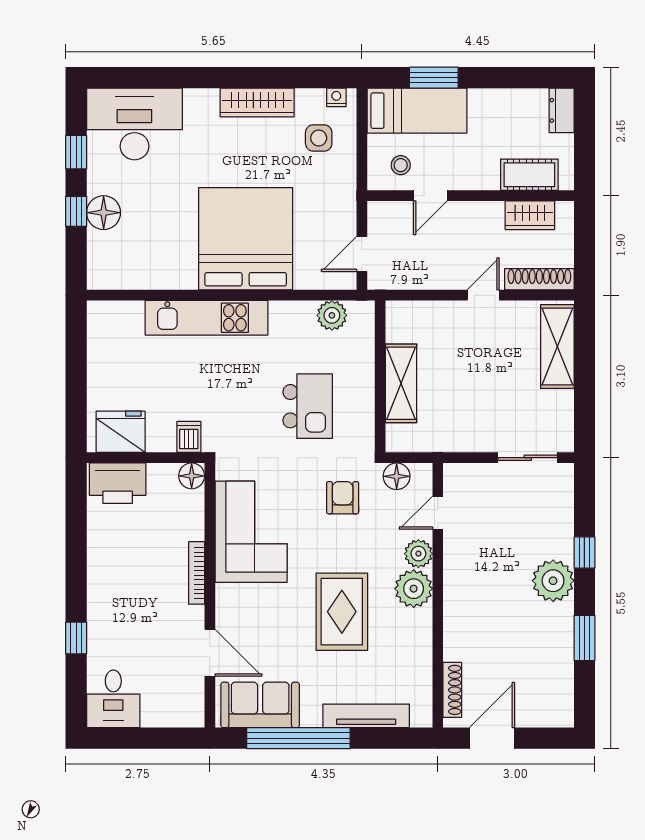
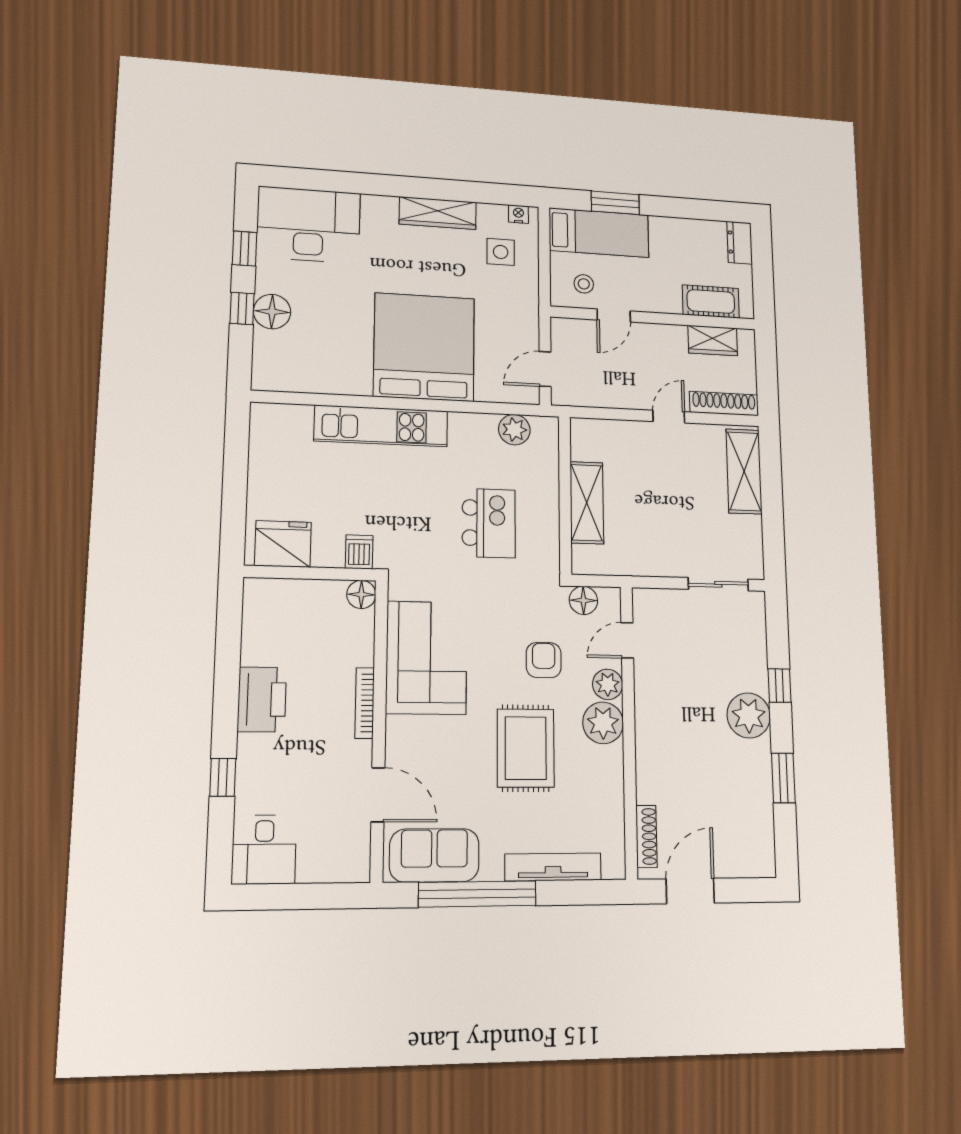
printer: (118, 483) -> (262, 699), moved, turned -90
armchair: (343, 498) -> (544, 660), moved

